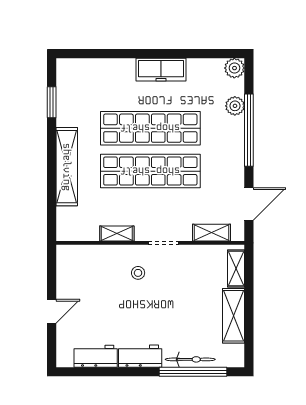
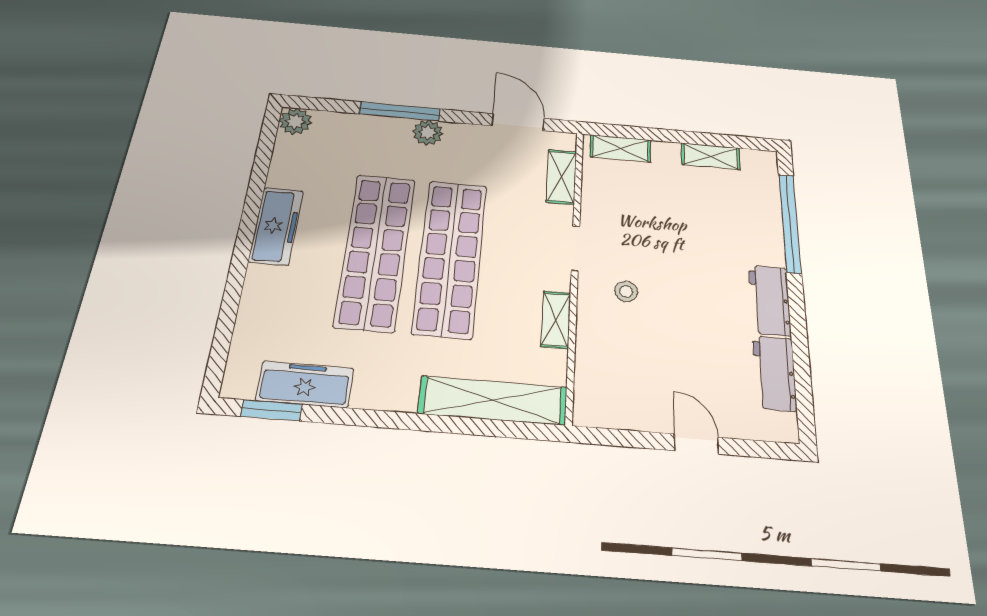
window: (52, 102) -> (271, 410), moved
freezer: (67, 102) -> (305, 384), added
plant: (235, 106) -> (428, 133), moved
window: (249, 130) -> (400, 111), width x0.68
shelving: (67, 167) -> (493, 400), moved
shelving: (234, 316) -> (711, 156), width x0.67, depth x0.75
bicycle: (190, 359) -> (770, 225), removed

